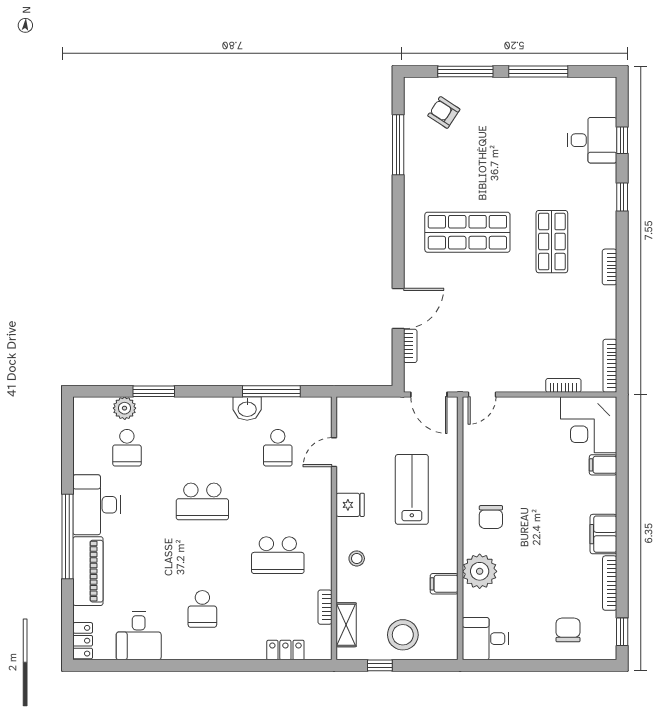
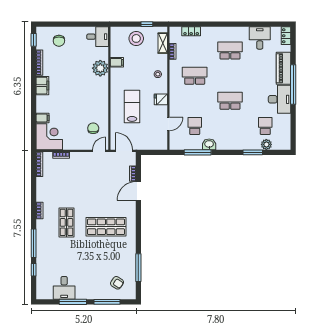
desk: (592, 140) -> (64, 288), moved, turned -90
window: (622, 197) -> (34, 243), width x2.17
lab bench: (412, 489) -> (132, 106), turned 180
chair: (491, 517) -> (93, 128), moved
school desk: (202, 609) -> (230, 51), width x1.85

